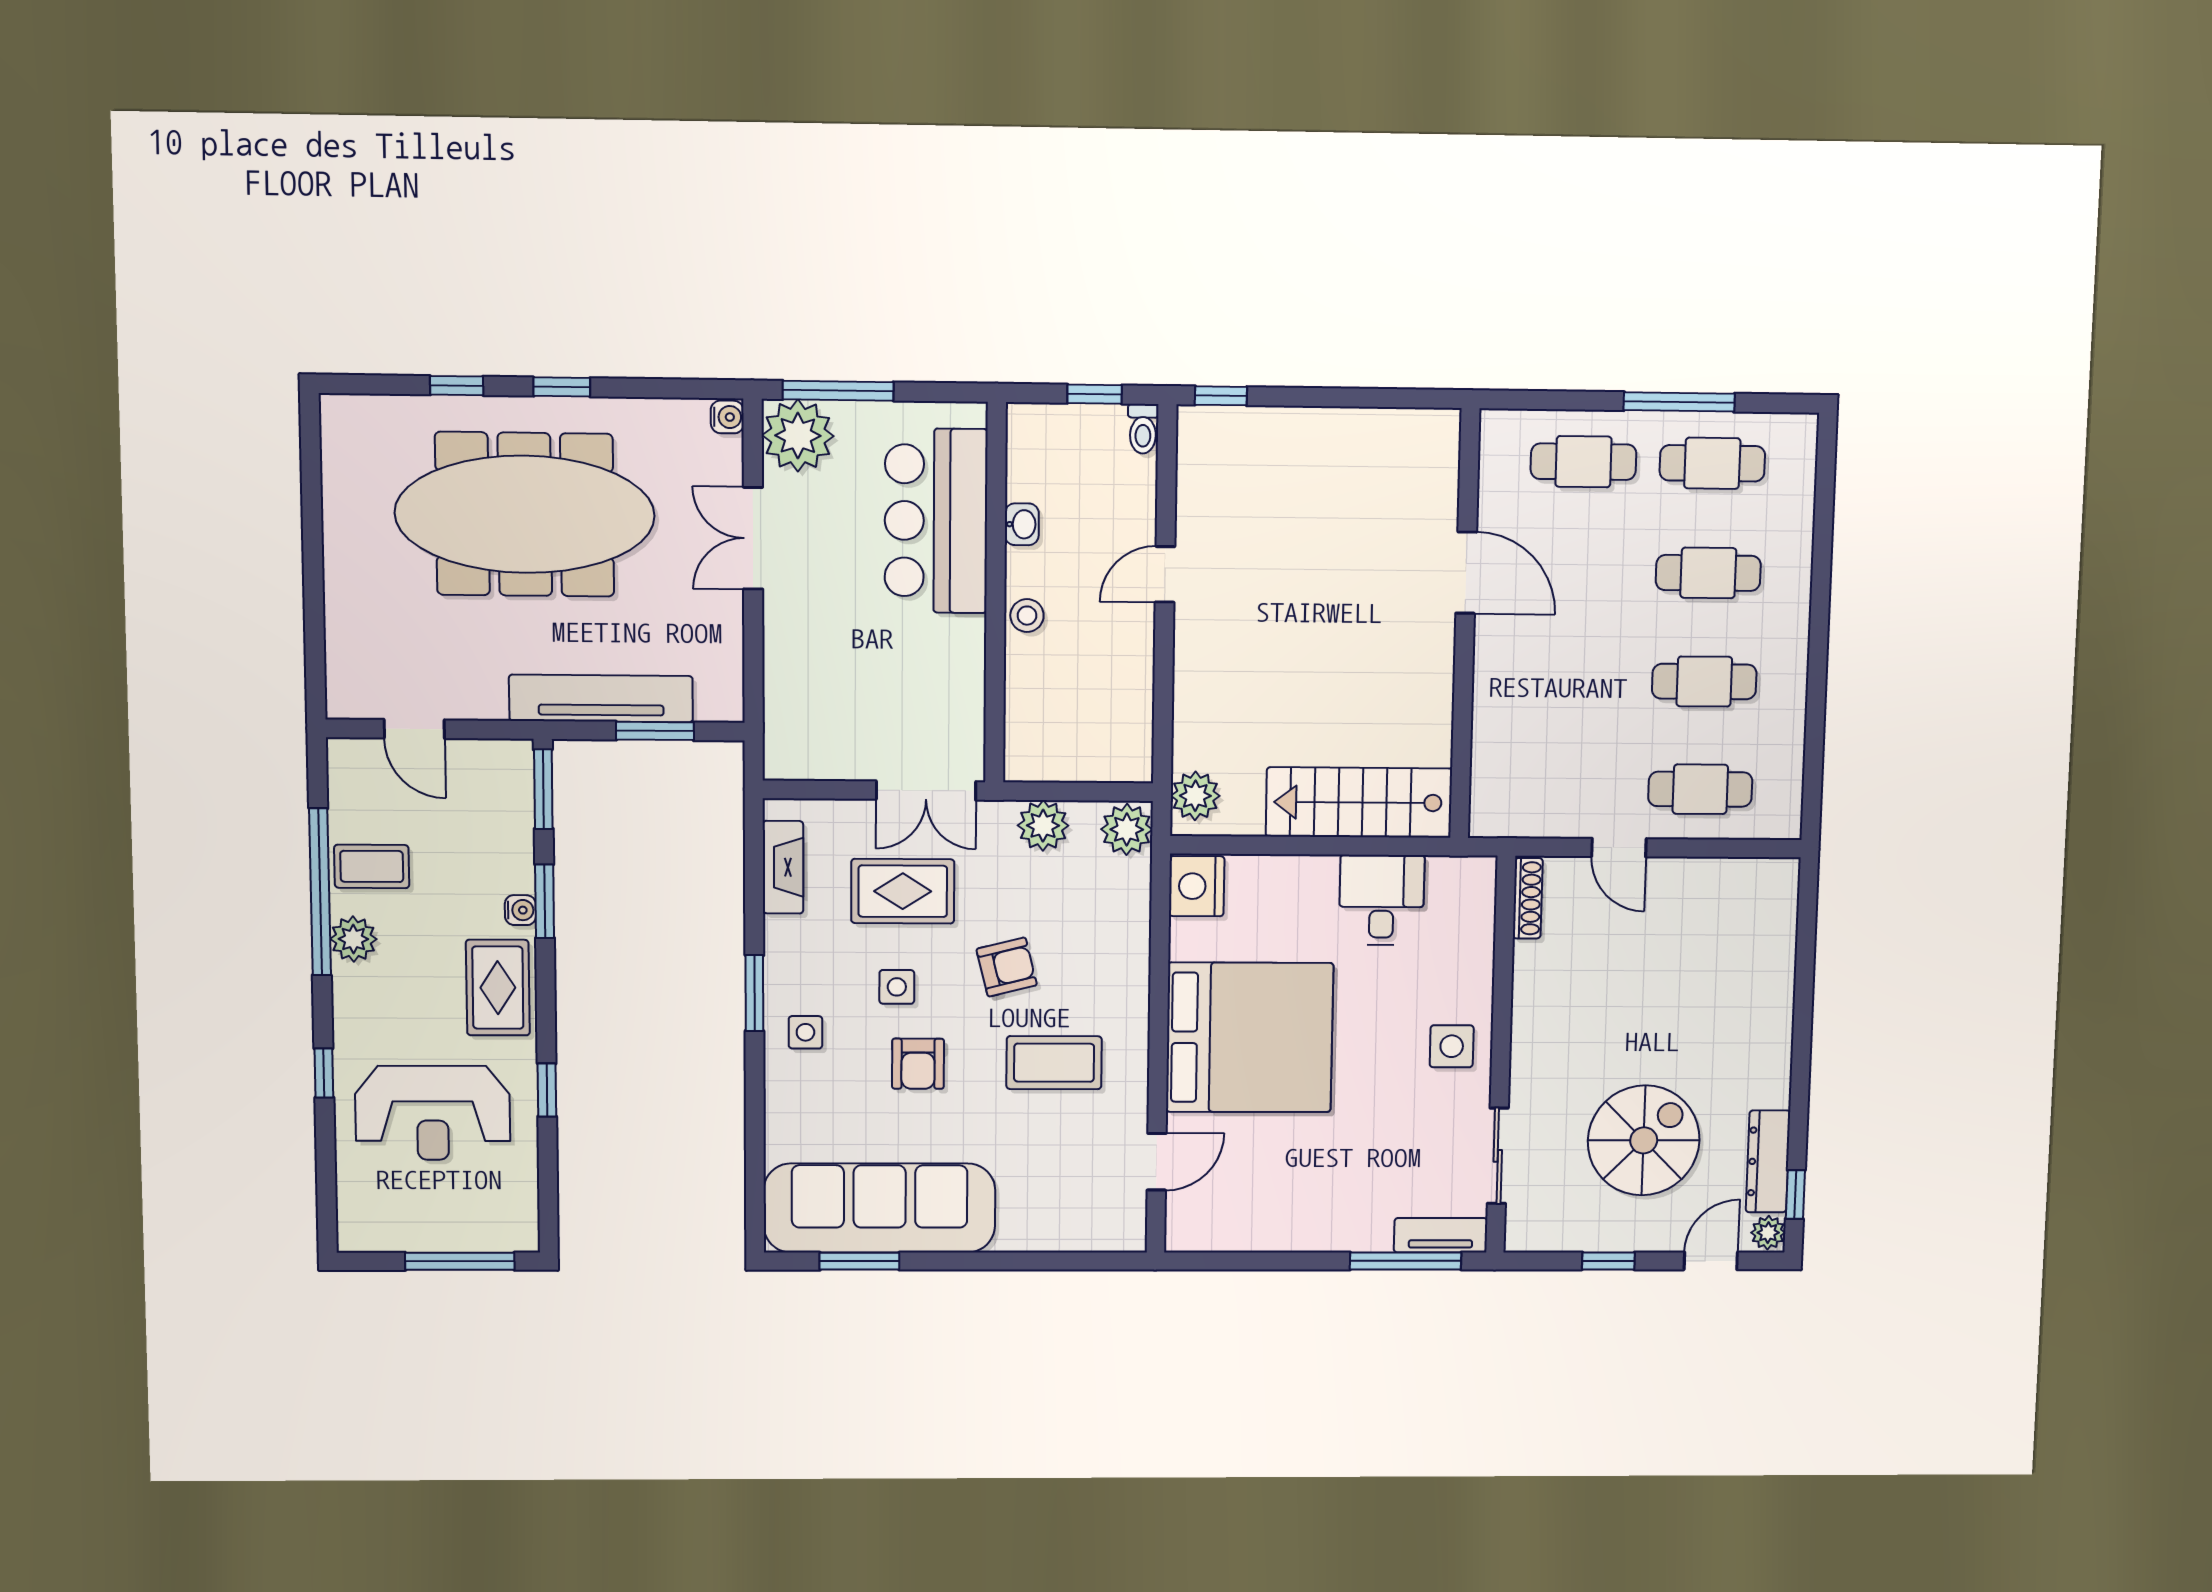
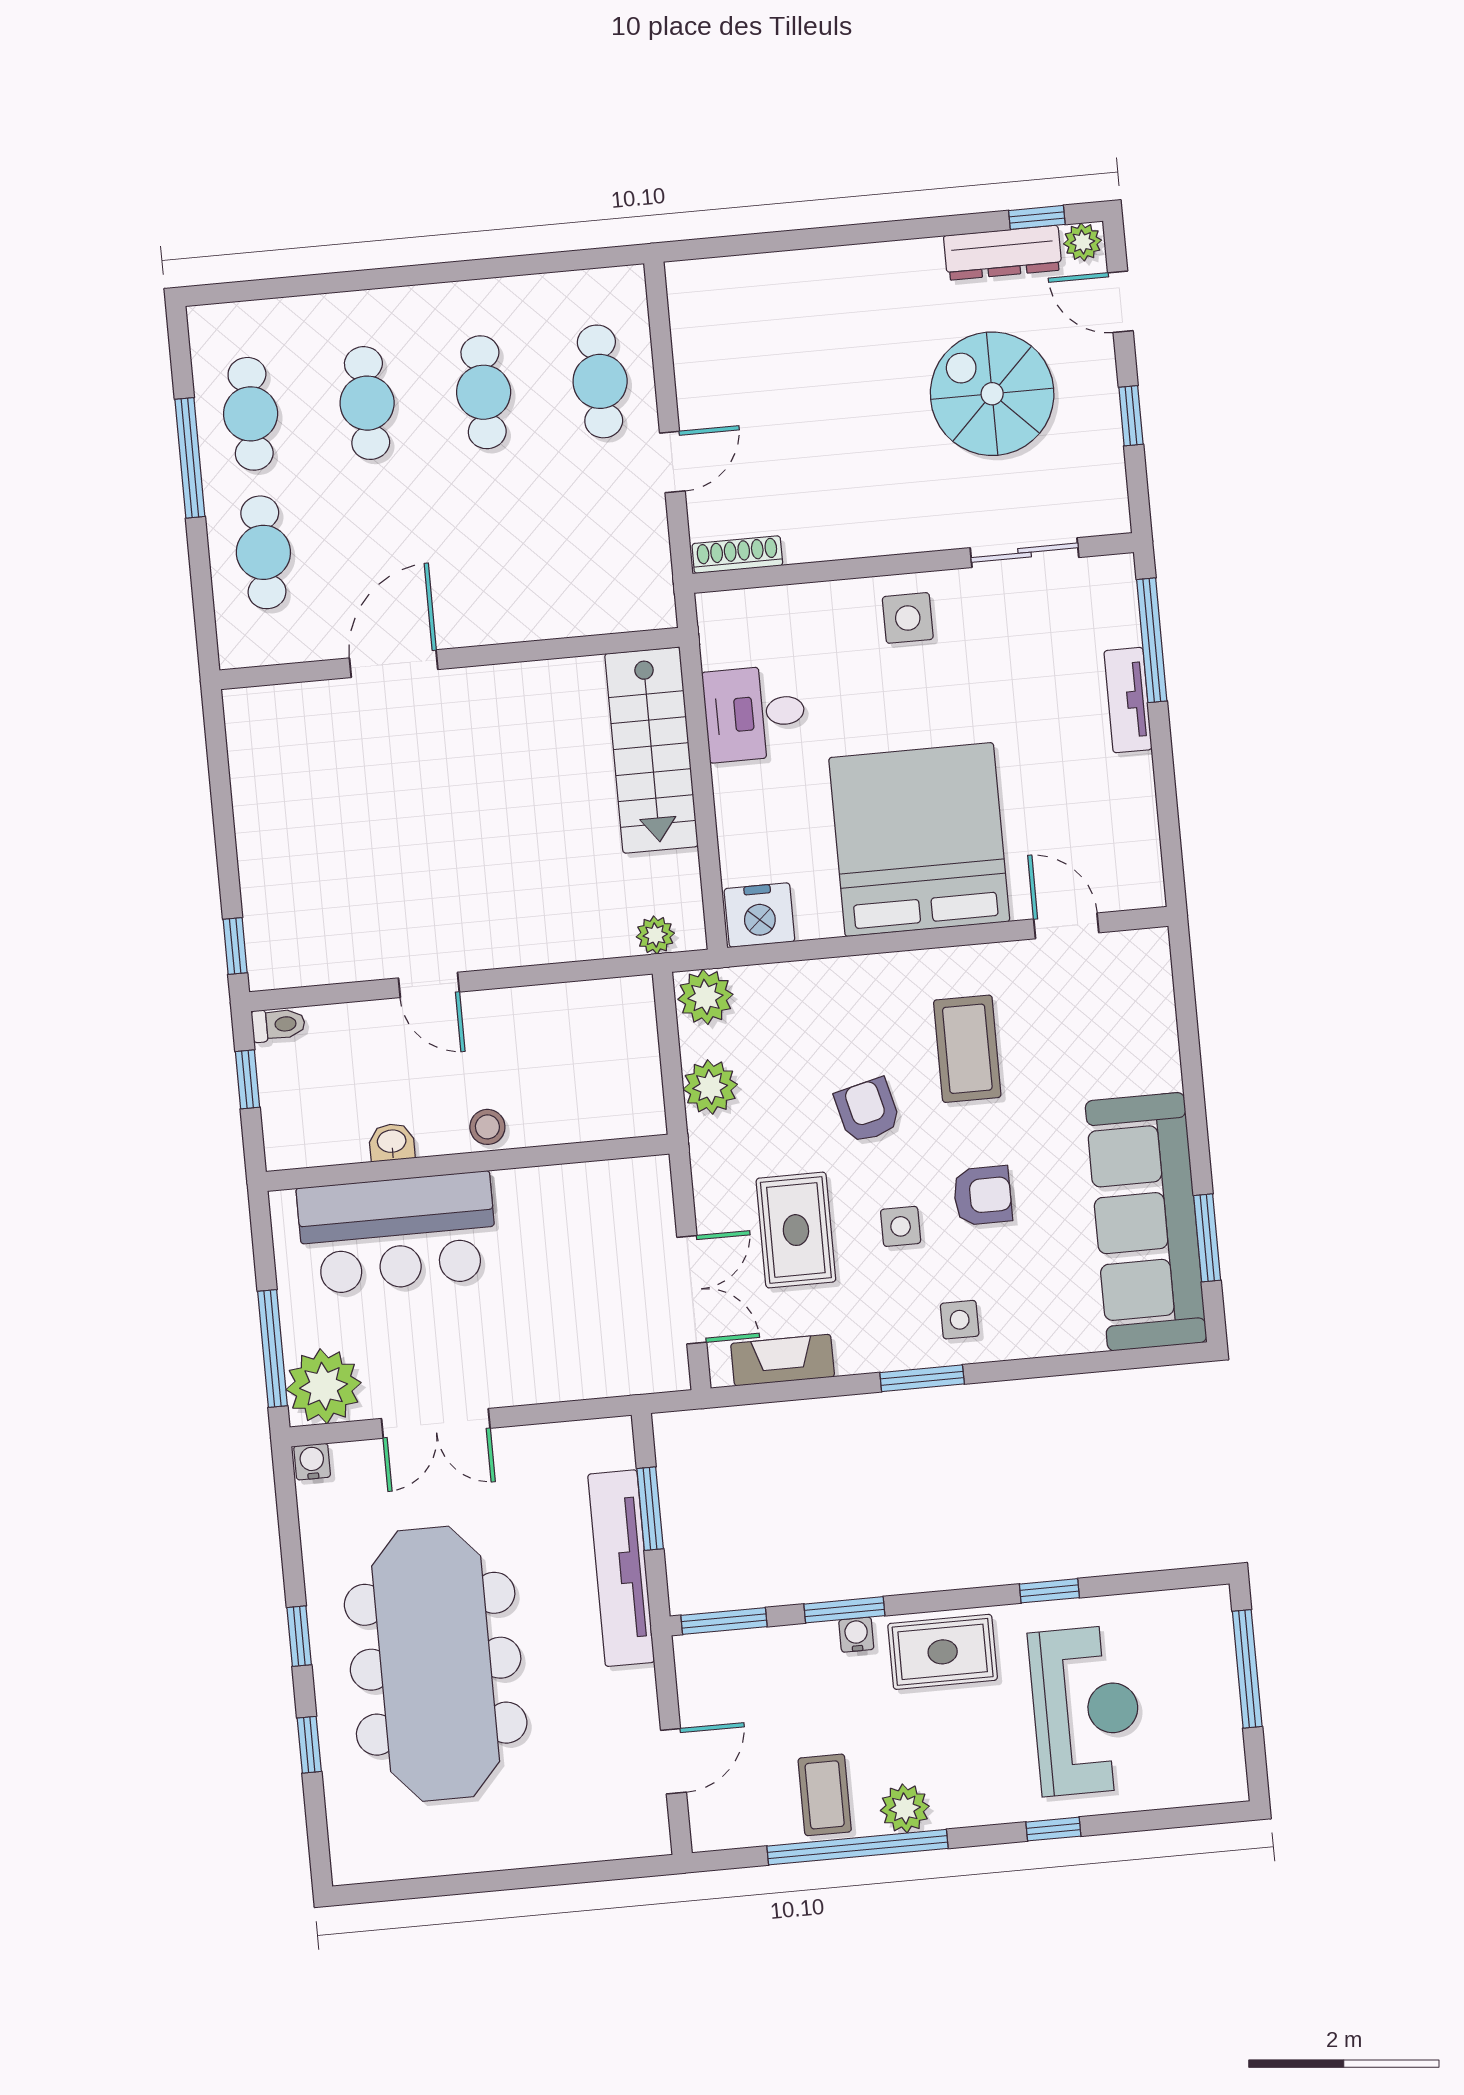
double door: (926, 791) -> (692, 1290), moved
plant: (1195, 796) -> (655, 935), width x0.73, depth x0.73
tv unit: (1441, 1235) -> (1128, 700), moved

